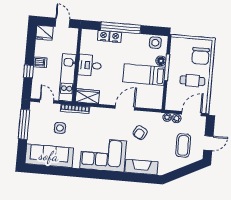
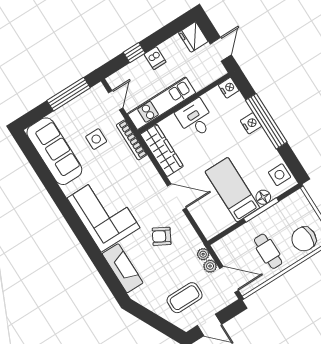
nightstand: (103, 36) -> (229, 88), moved
wardrobe: (87, 96) -> (162, 150), width x1.50

